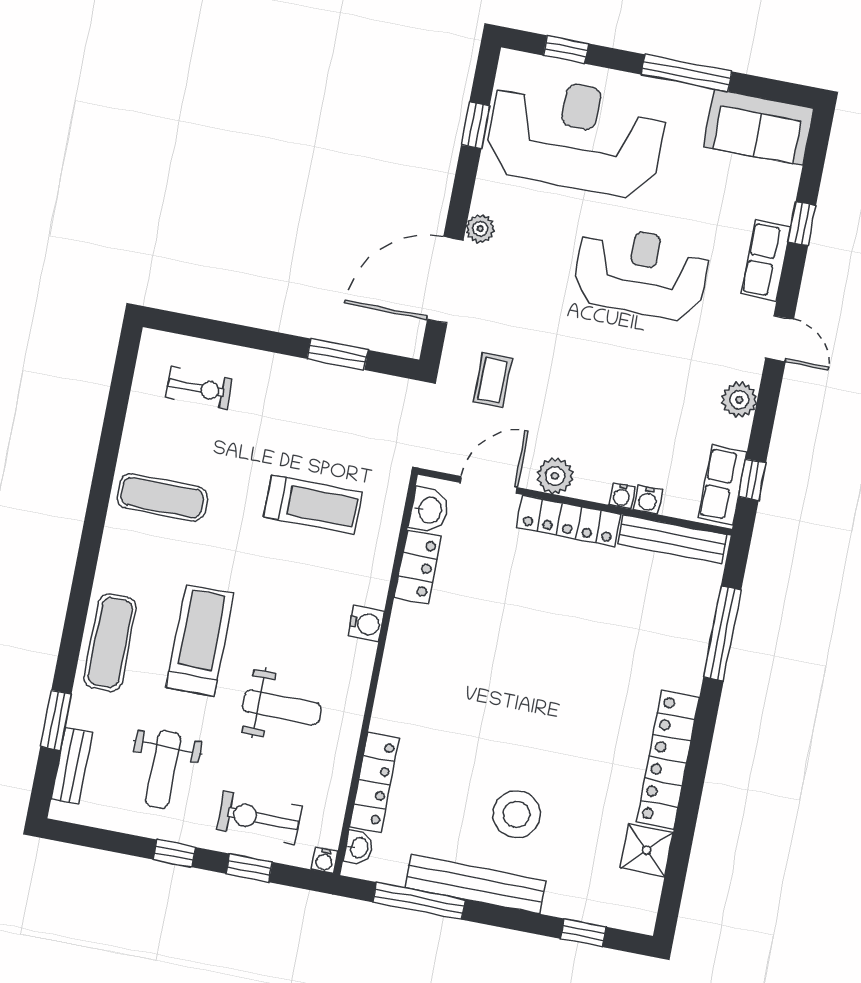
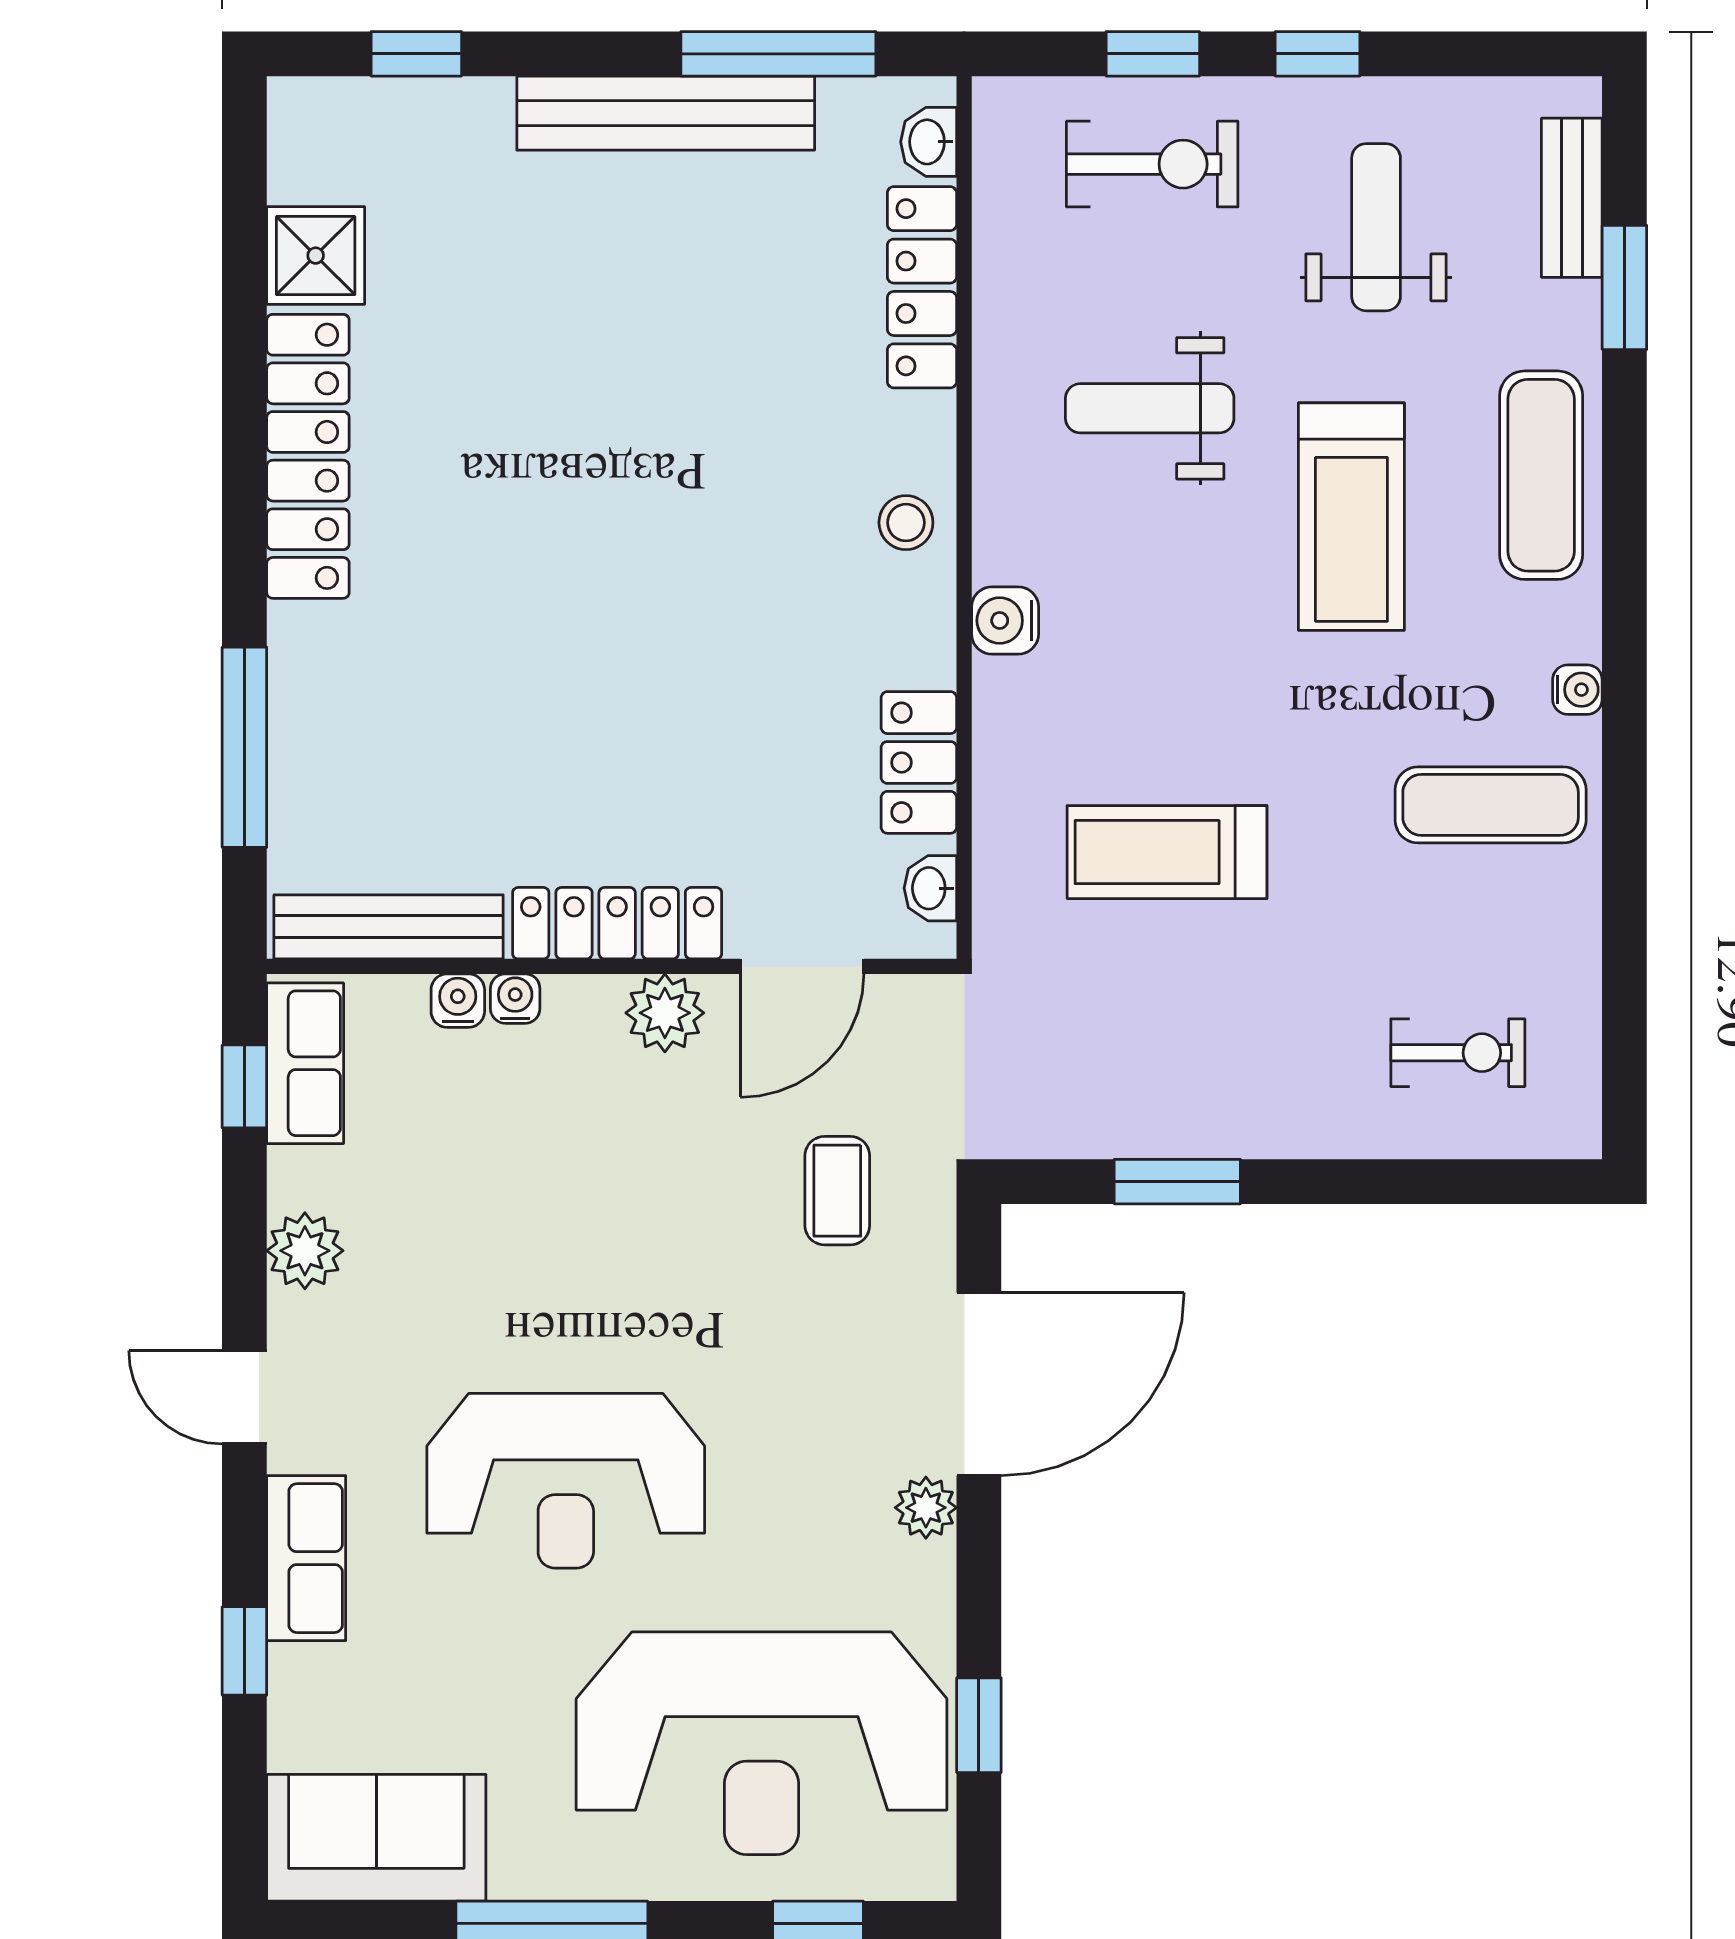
exercise bike: (199, 388) -> (1458, 1053), turned 180
washbasin: (429, 510) -> (930, 888), width x0.72, depth x0.69
stool: (517, 814) -> (906, 523), moved, width x0.53, depth x0.53
water cooler: (324, 860) -> (1577, 690), moved, turned 90

